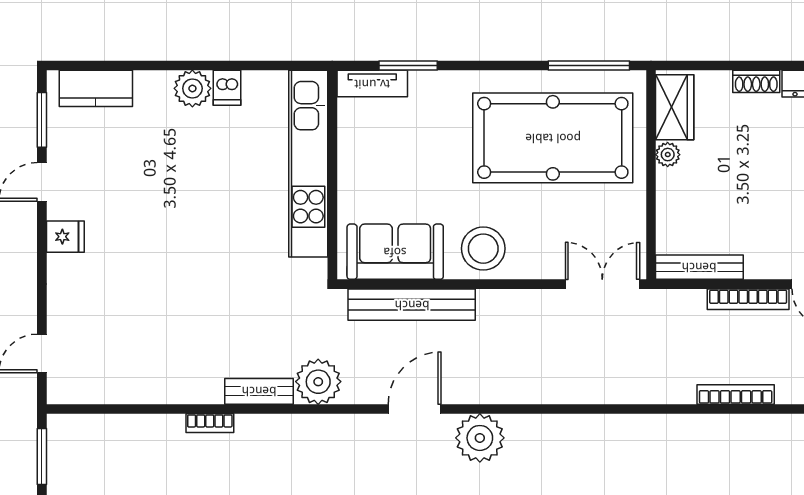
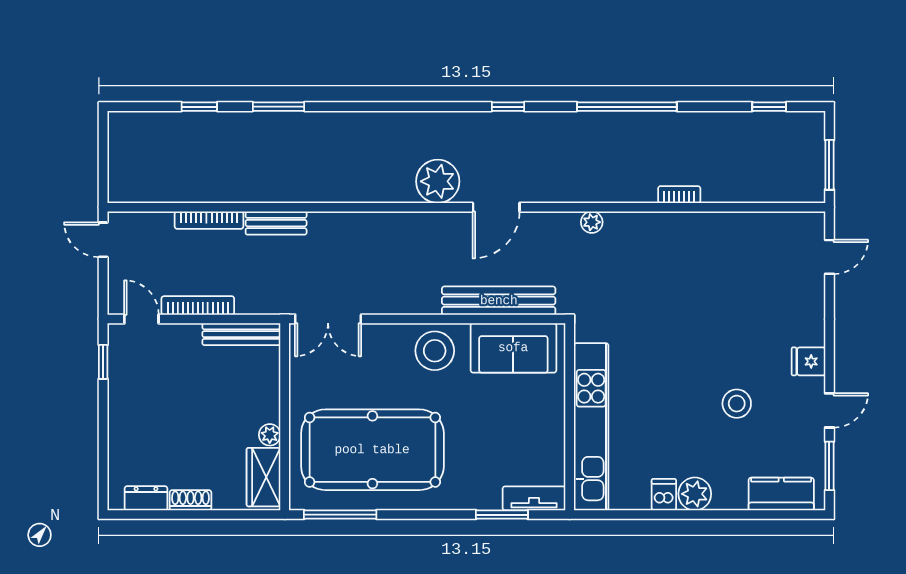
stool: (146, 189) -> (737, 404), added
plant: (318, 382) -> (592, 222), width x0.53, depth x0.53
bench: (259, 391) -> (276, 223), moved

